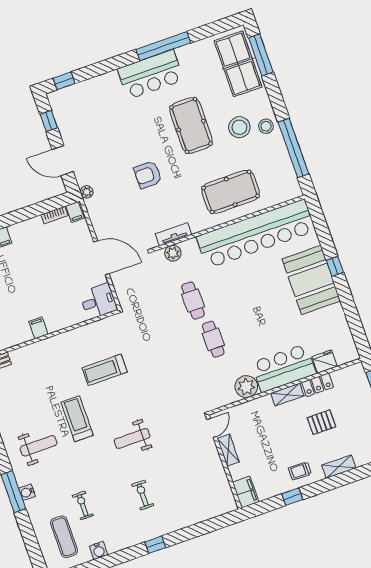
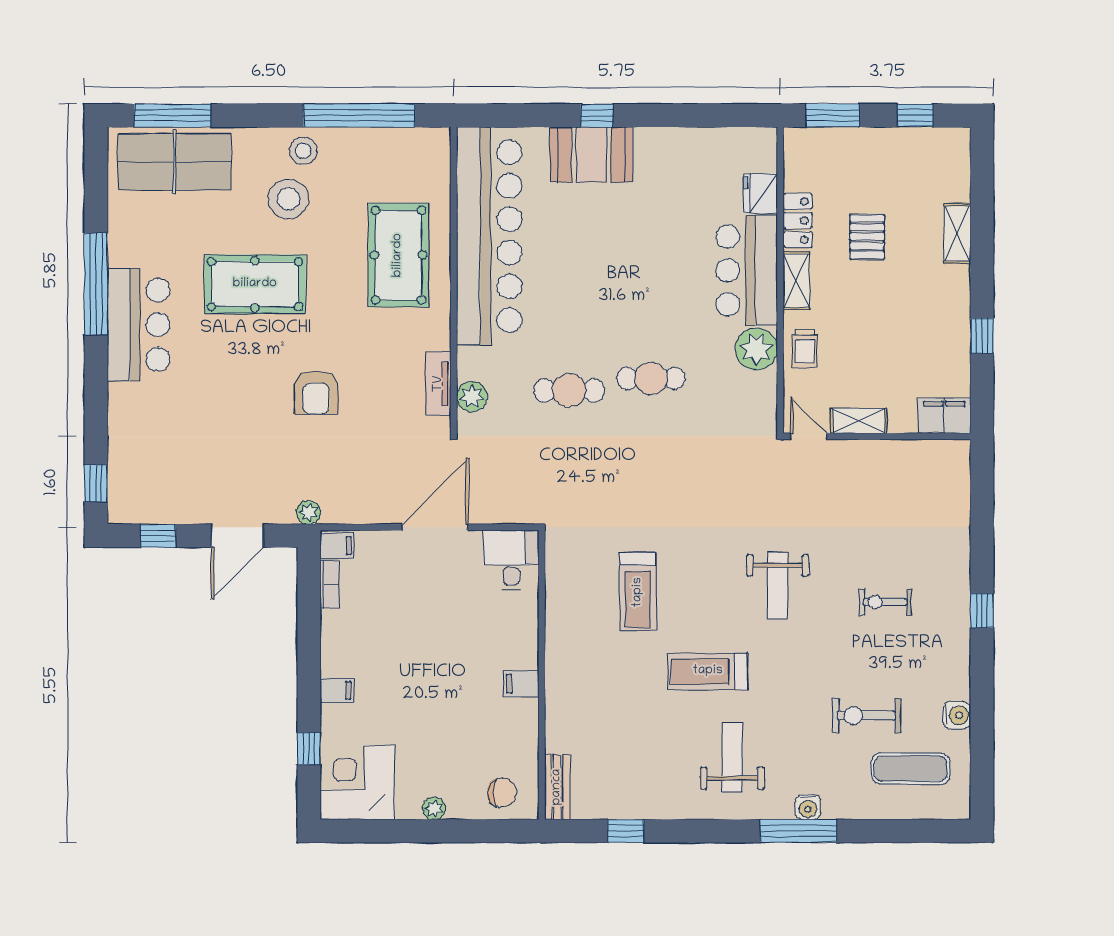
booth: (311, 280) -> (591, 154), width x0.73, depth x0.70
trolley: (300, 471) -> (805, 348), moved
exercise bike: (83, 505) -> (866, 716), width x1.38, depth x1.39

